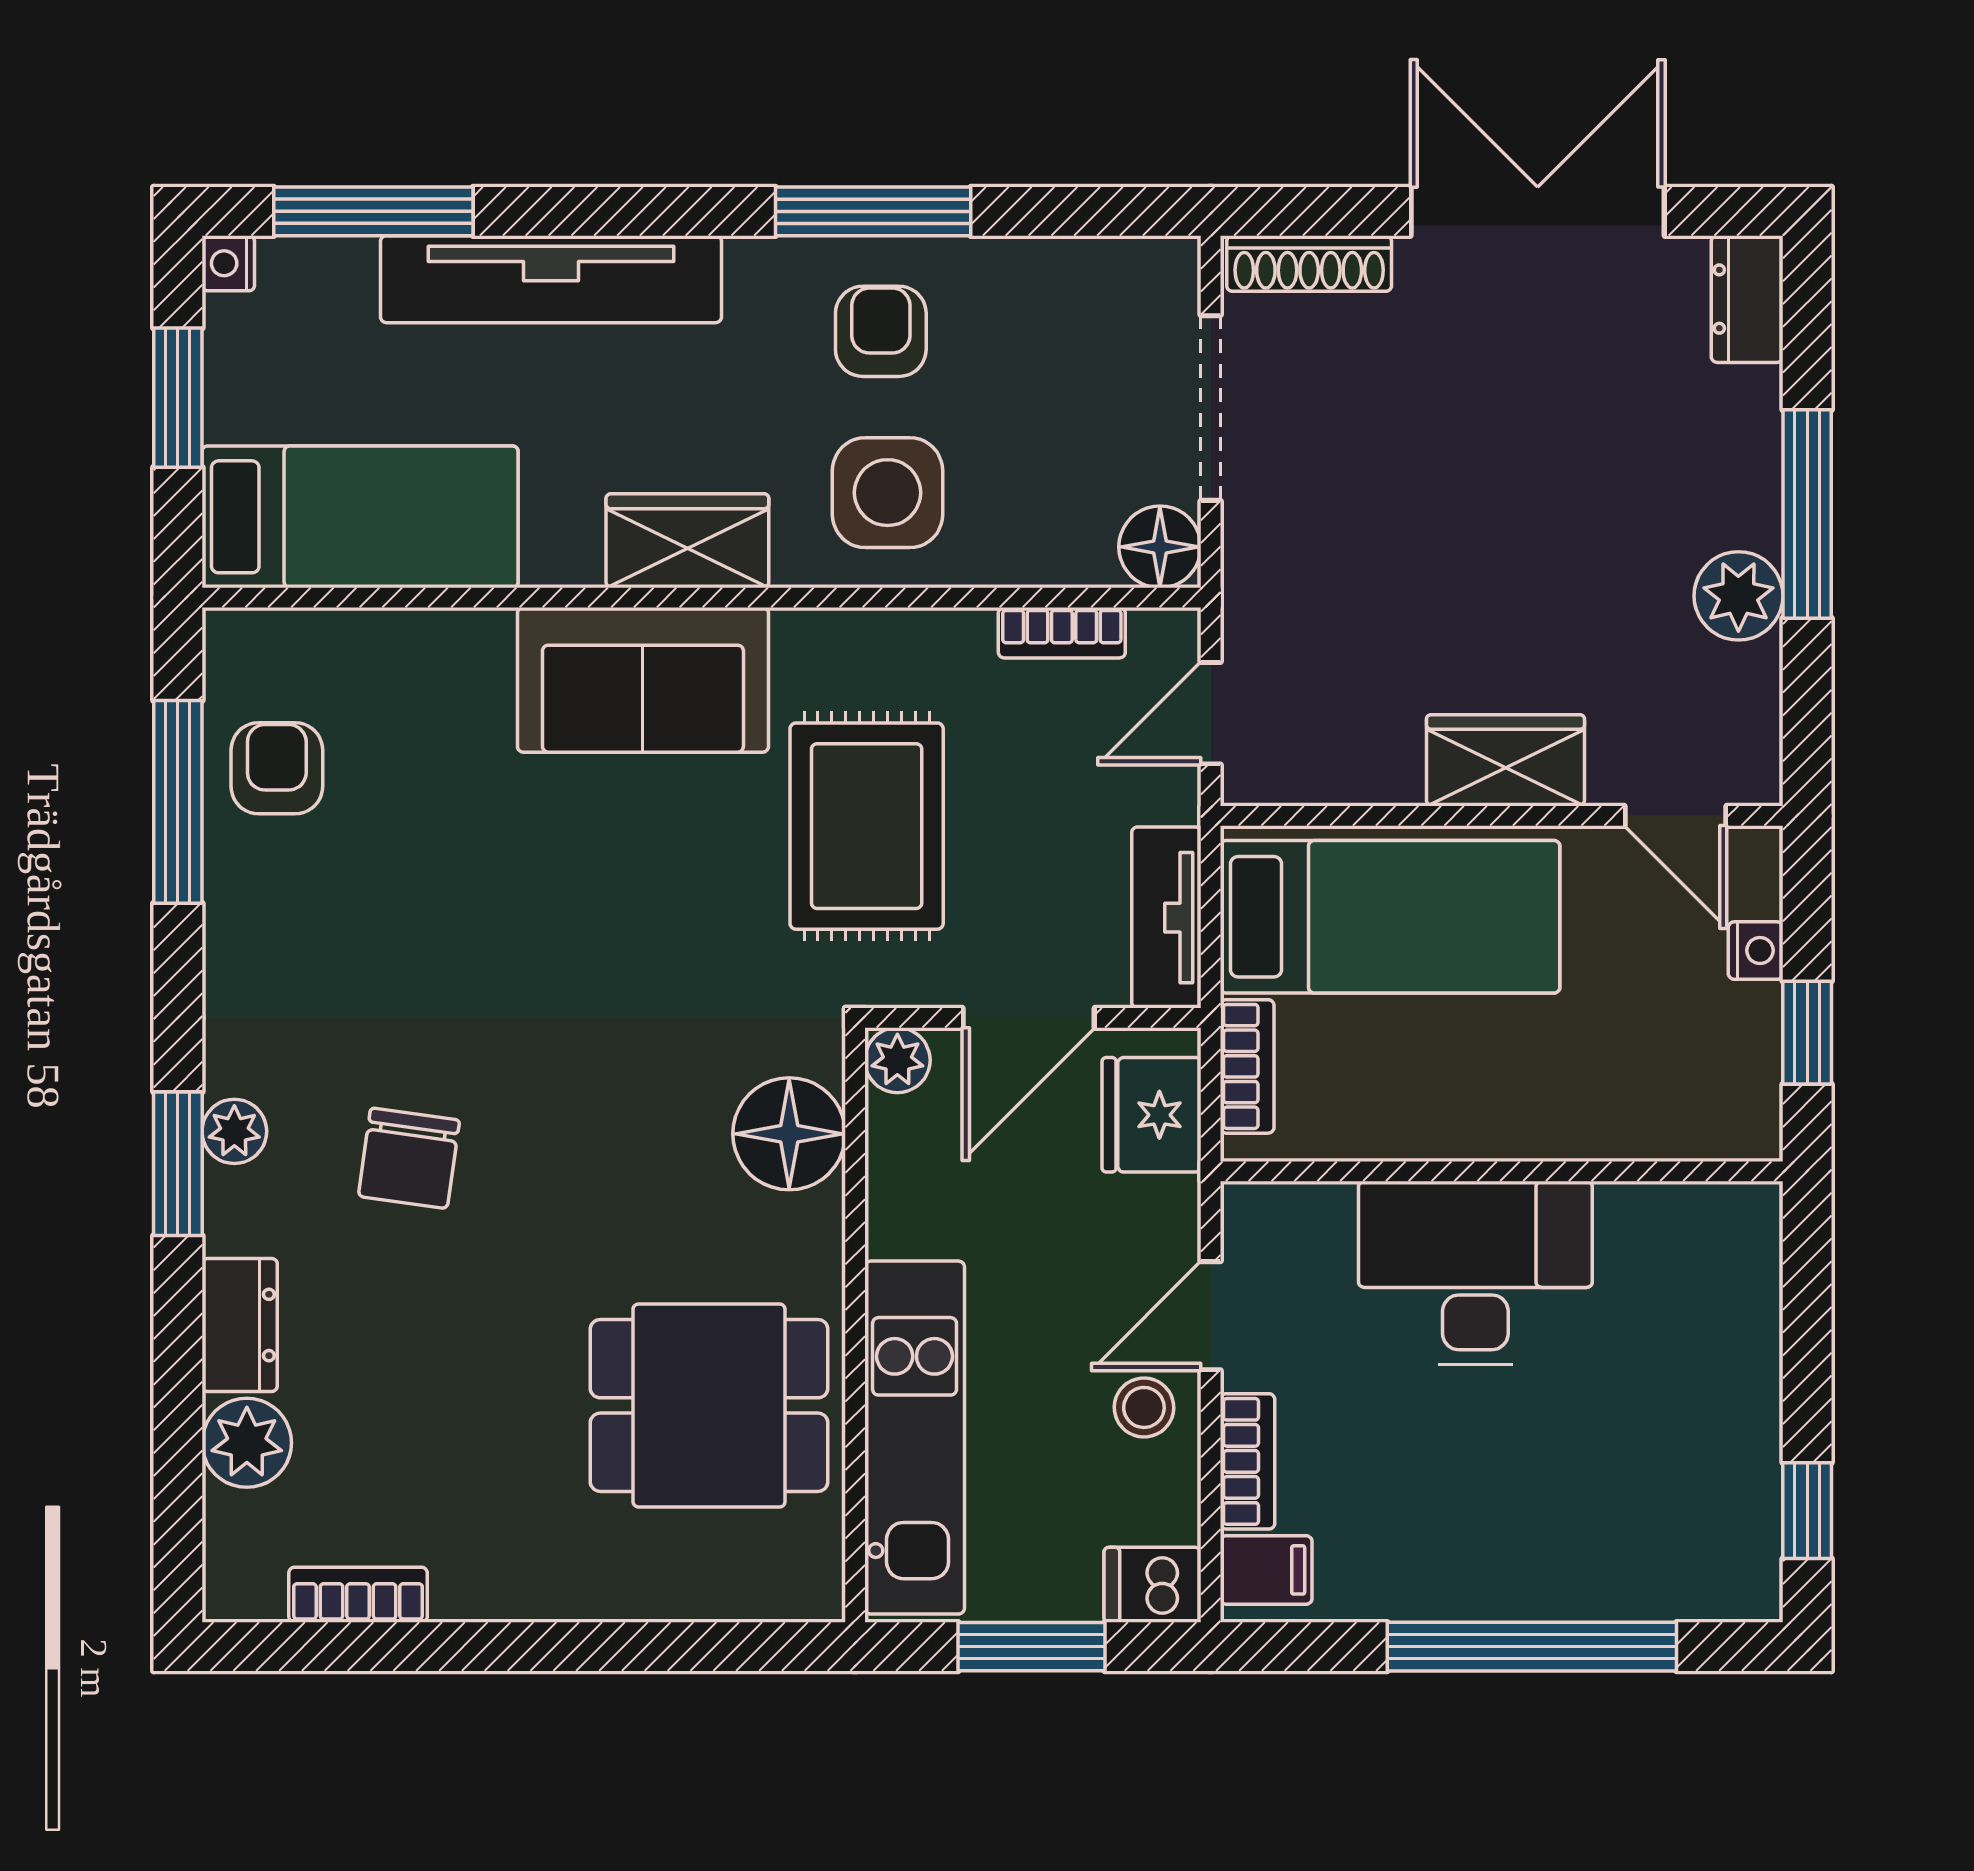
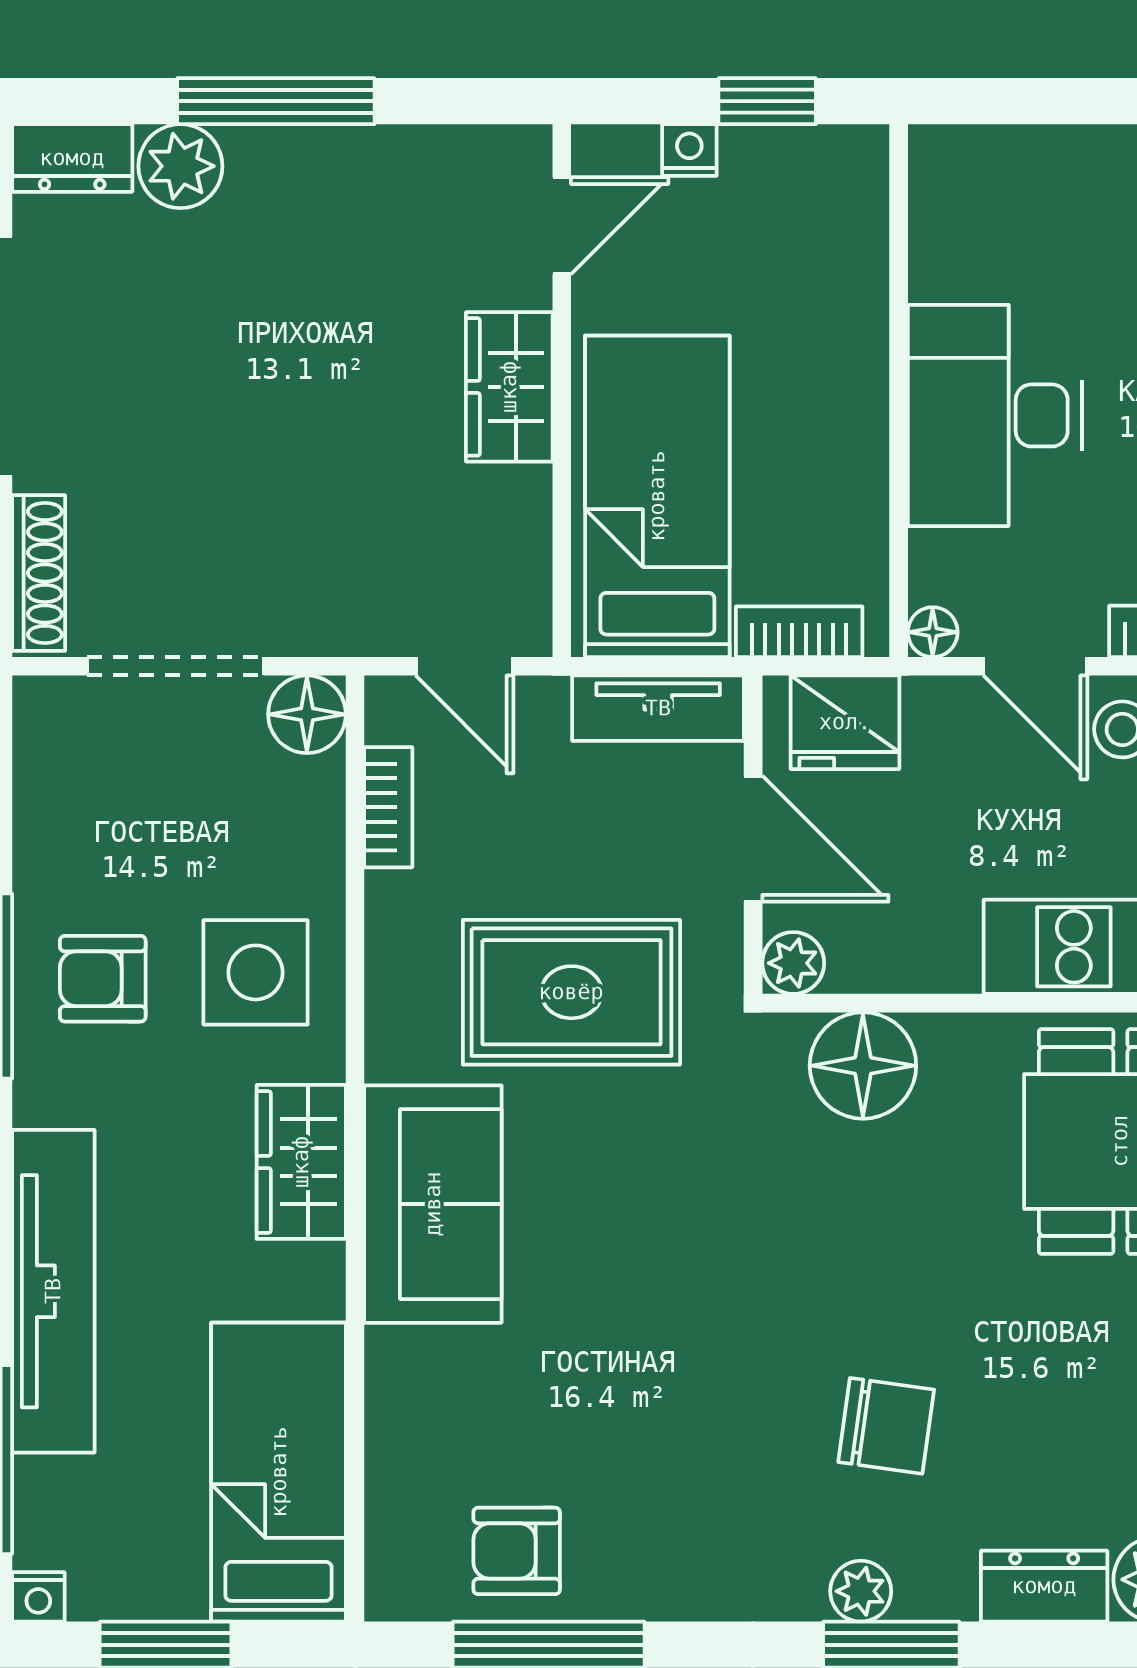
plant: (1738, 596) -> (180, 166), moved
floor lamp: (1247, 1207) -> (933, 632), added

